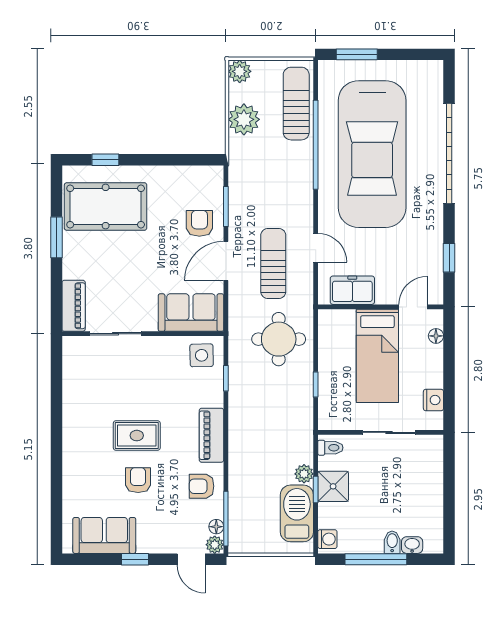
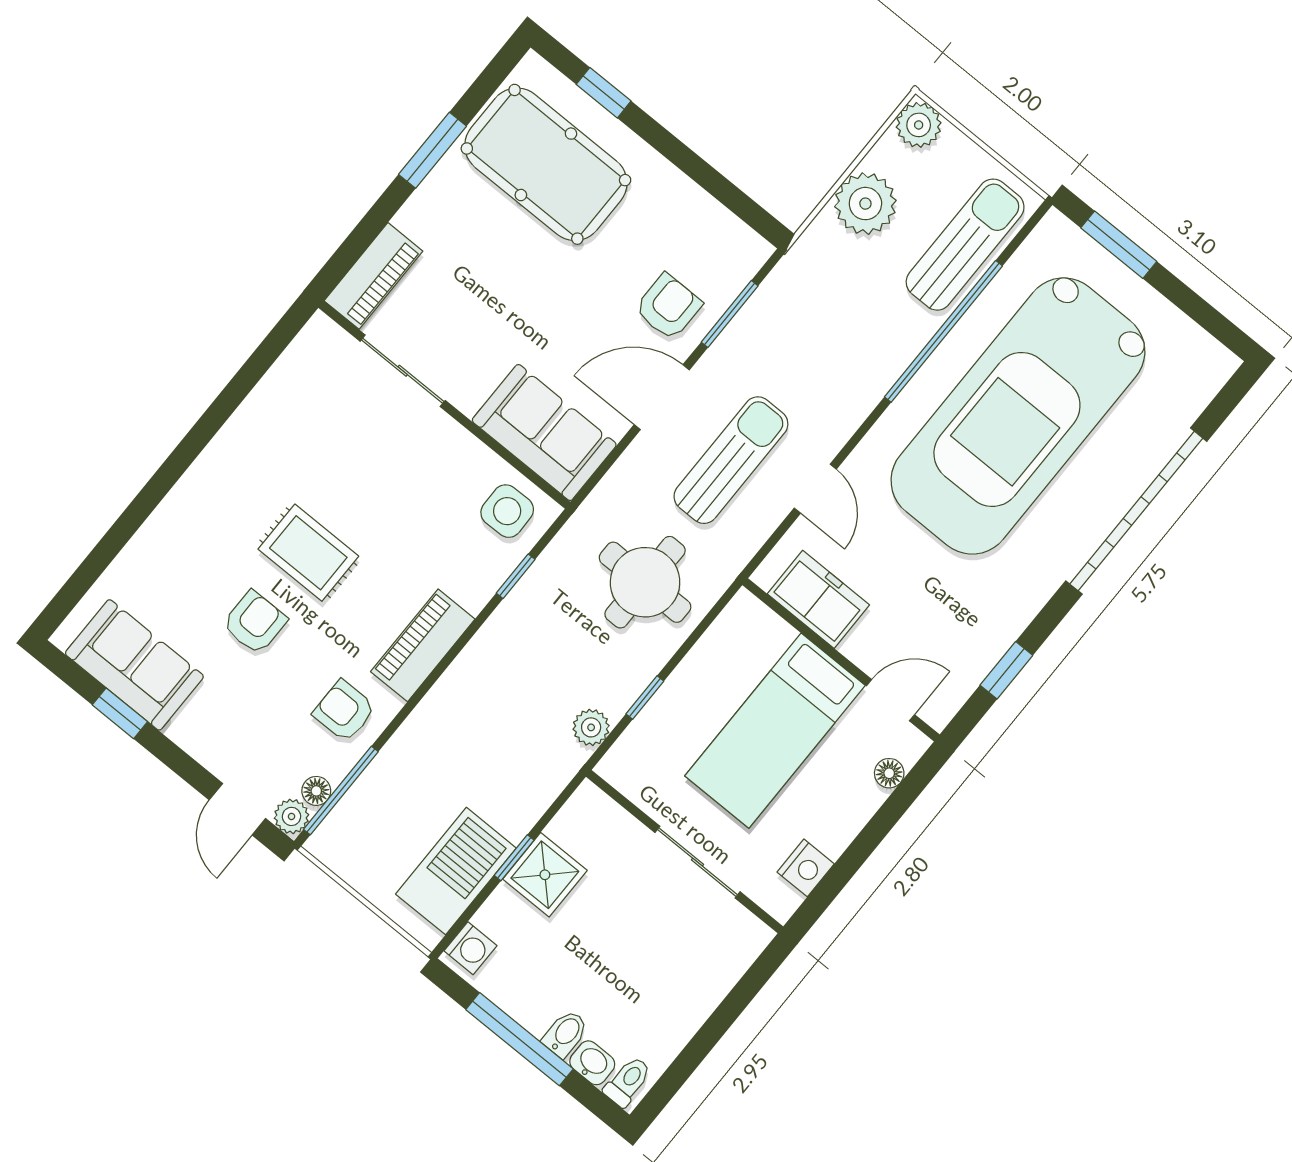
toilet: (330, 448) -> (628, 1081), moved, turned -90
plant: (304, 474) -> (591, 727), moved
window: (135, 559) -> (120, 713), moved

